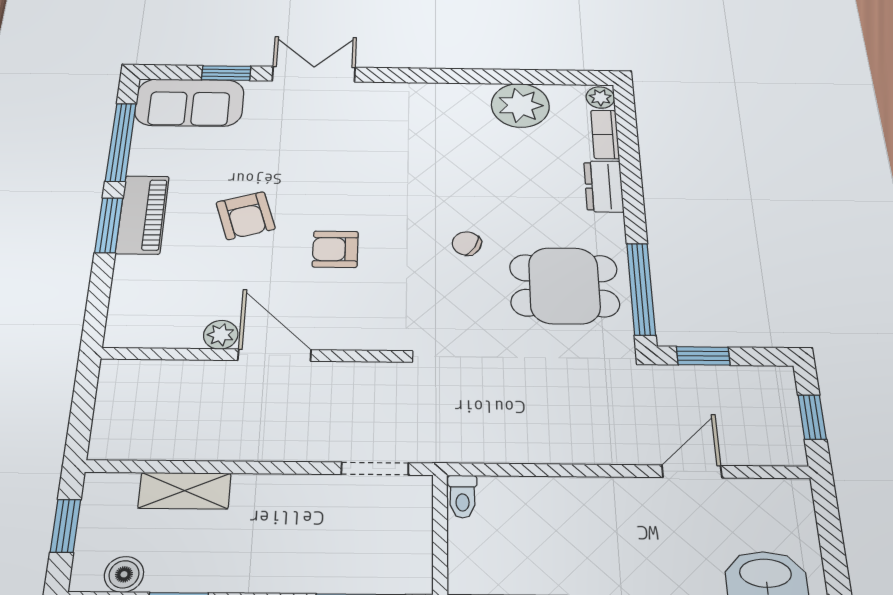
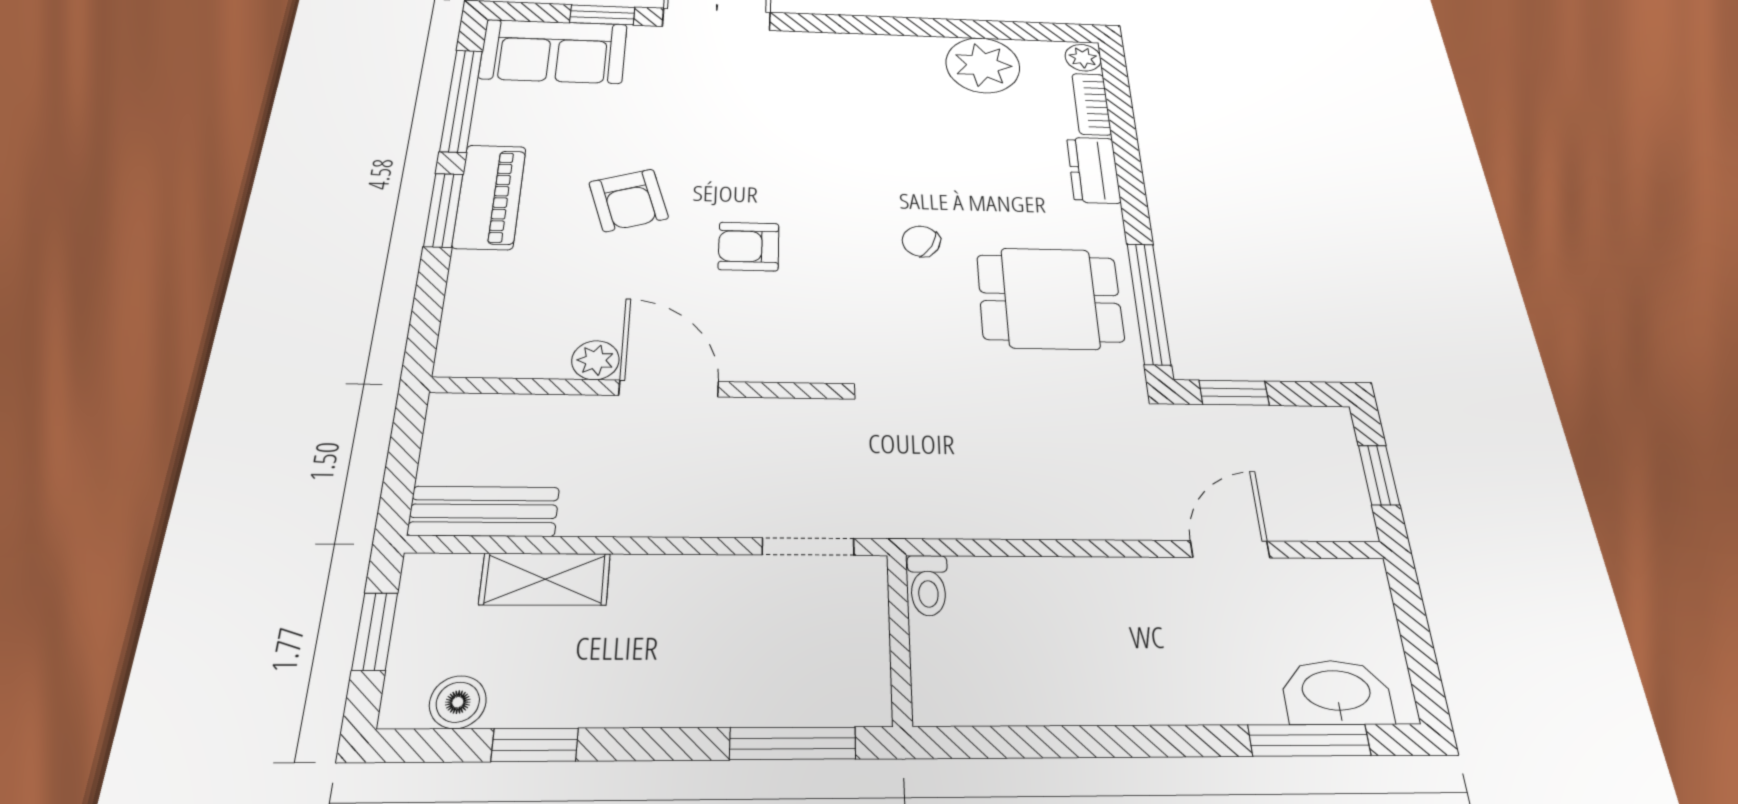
bench: (141, 443) -> (484, 511), added

